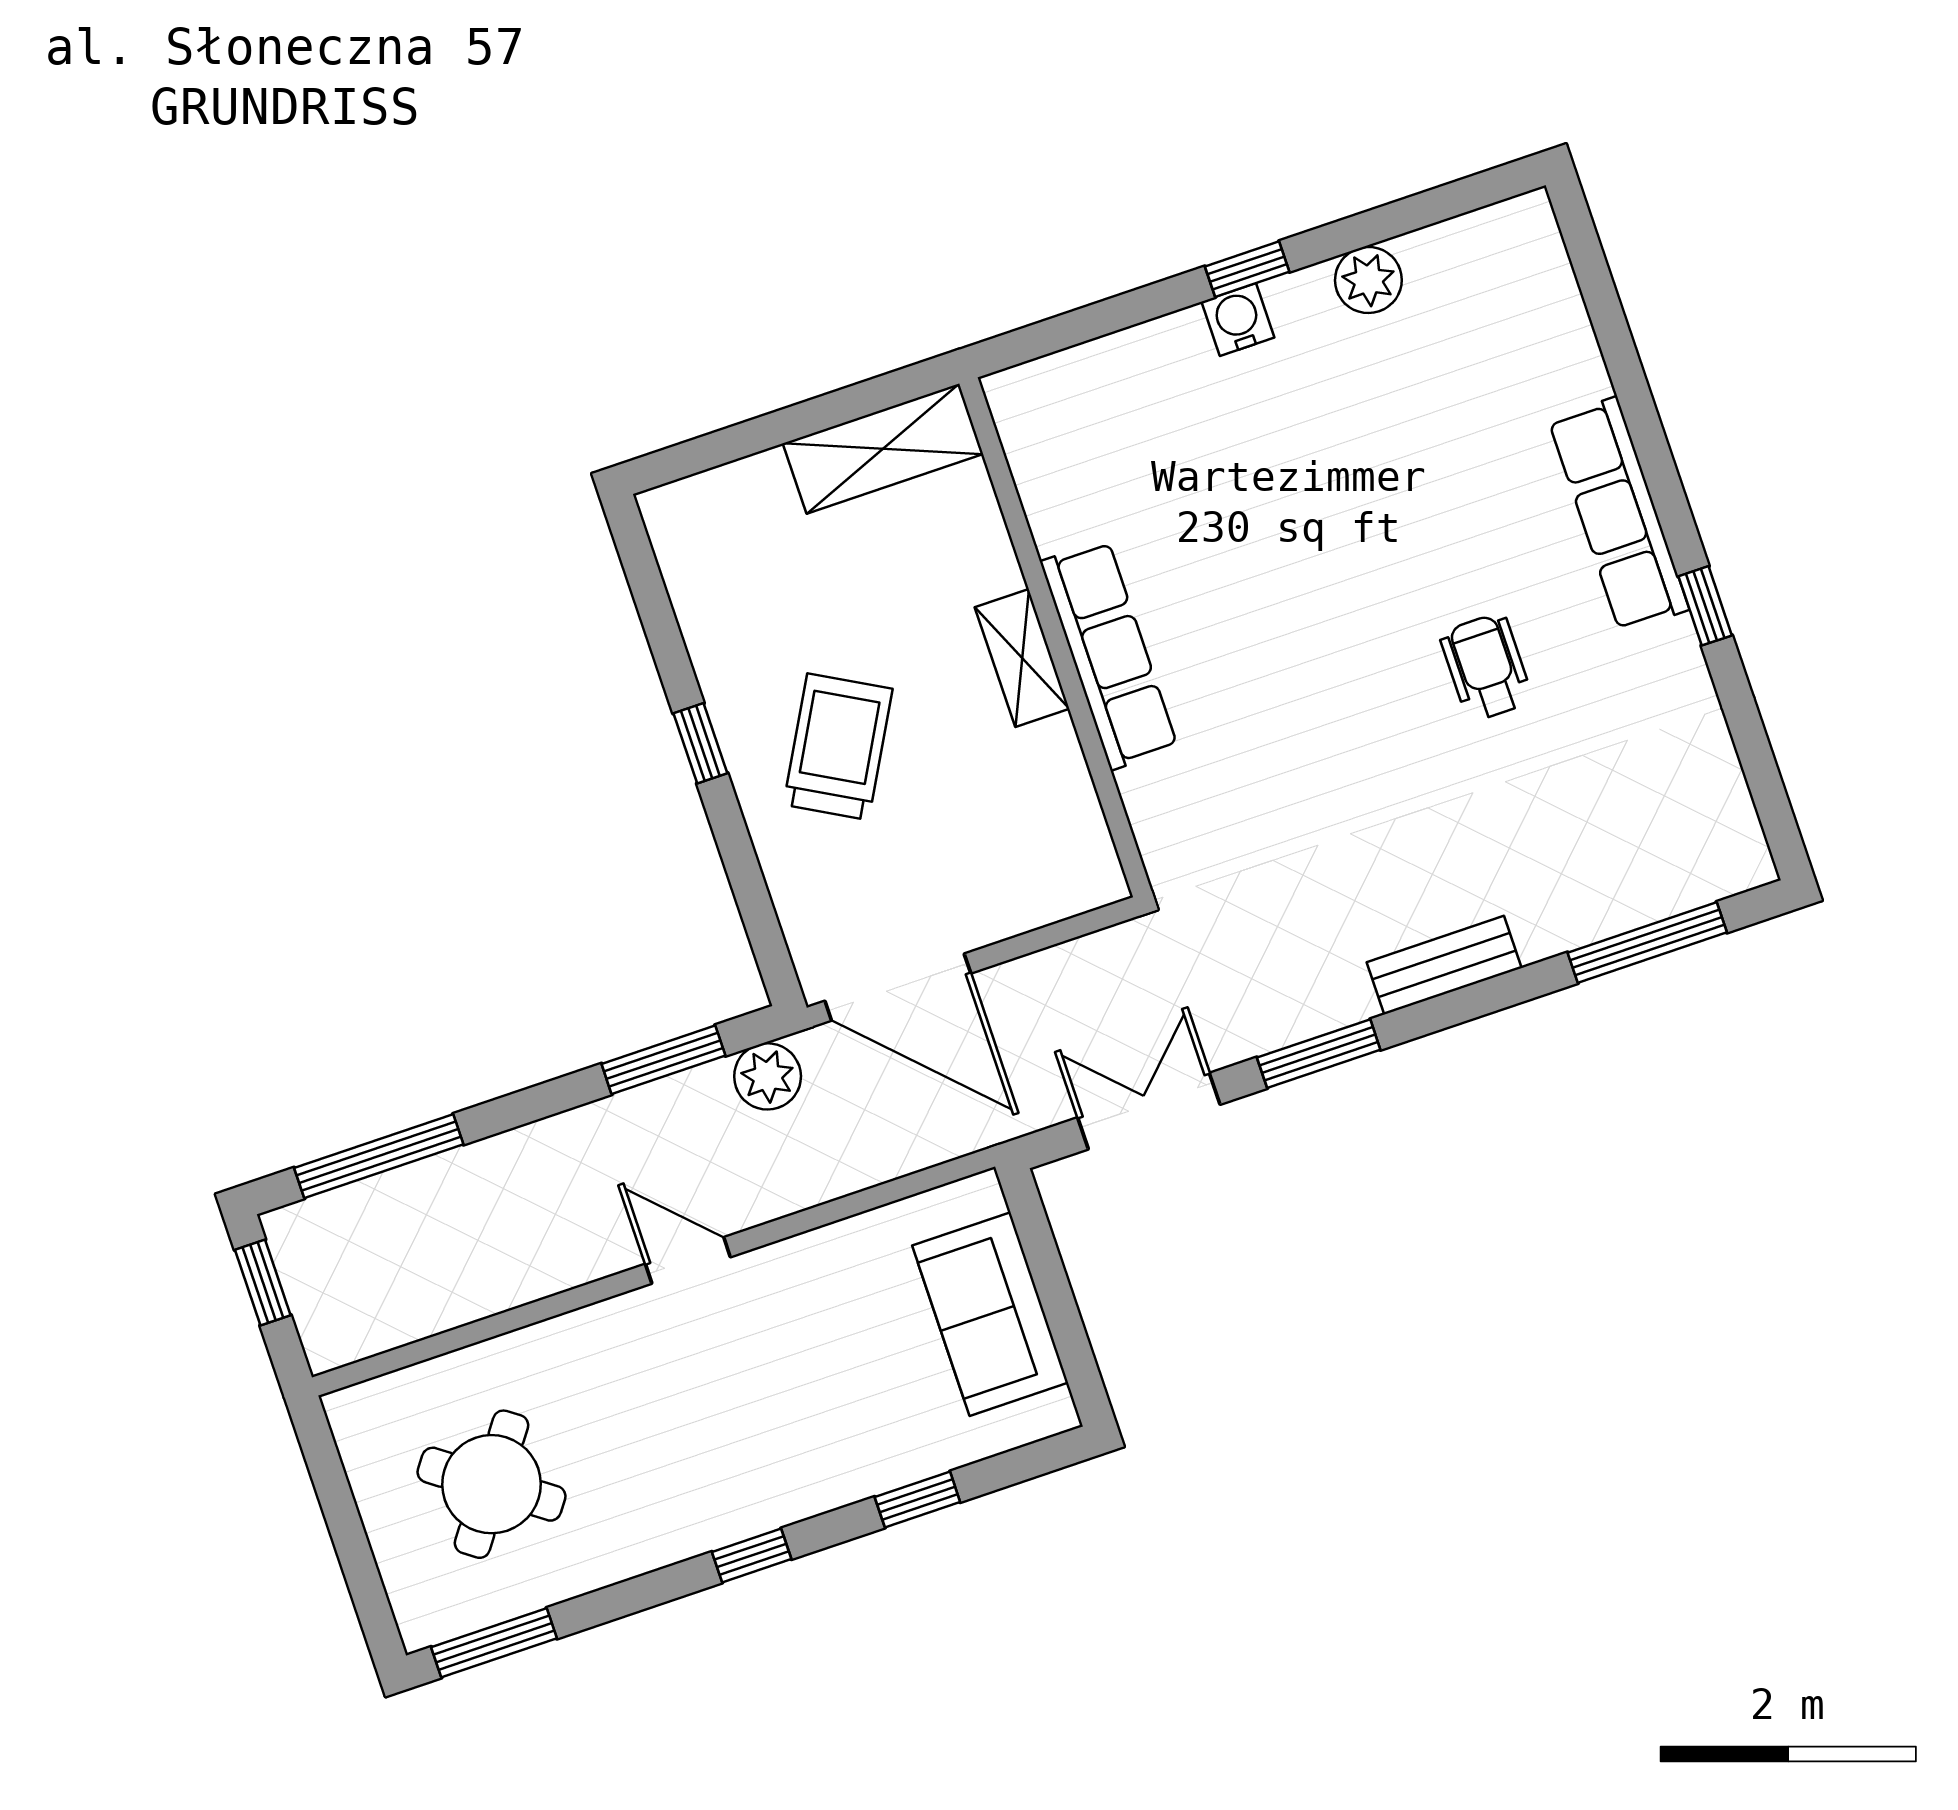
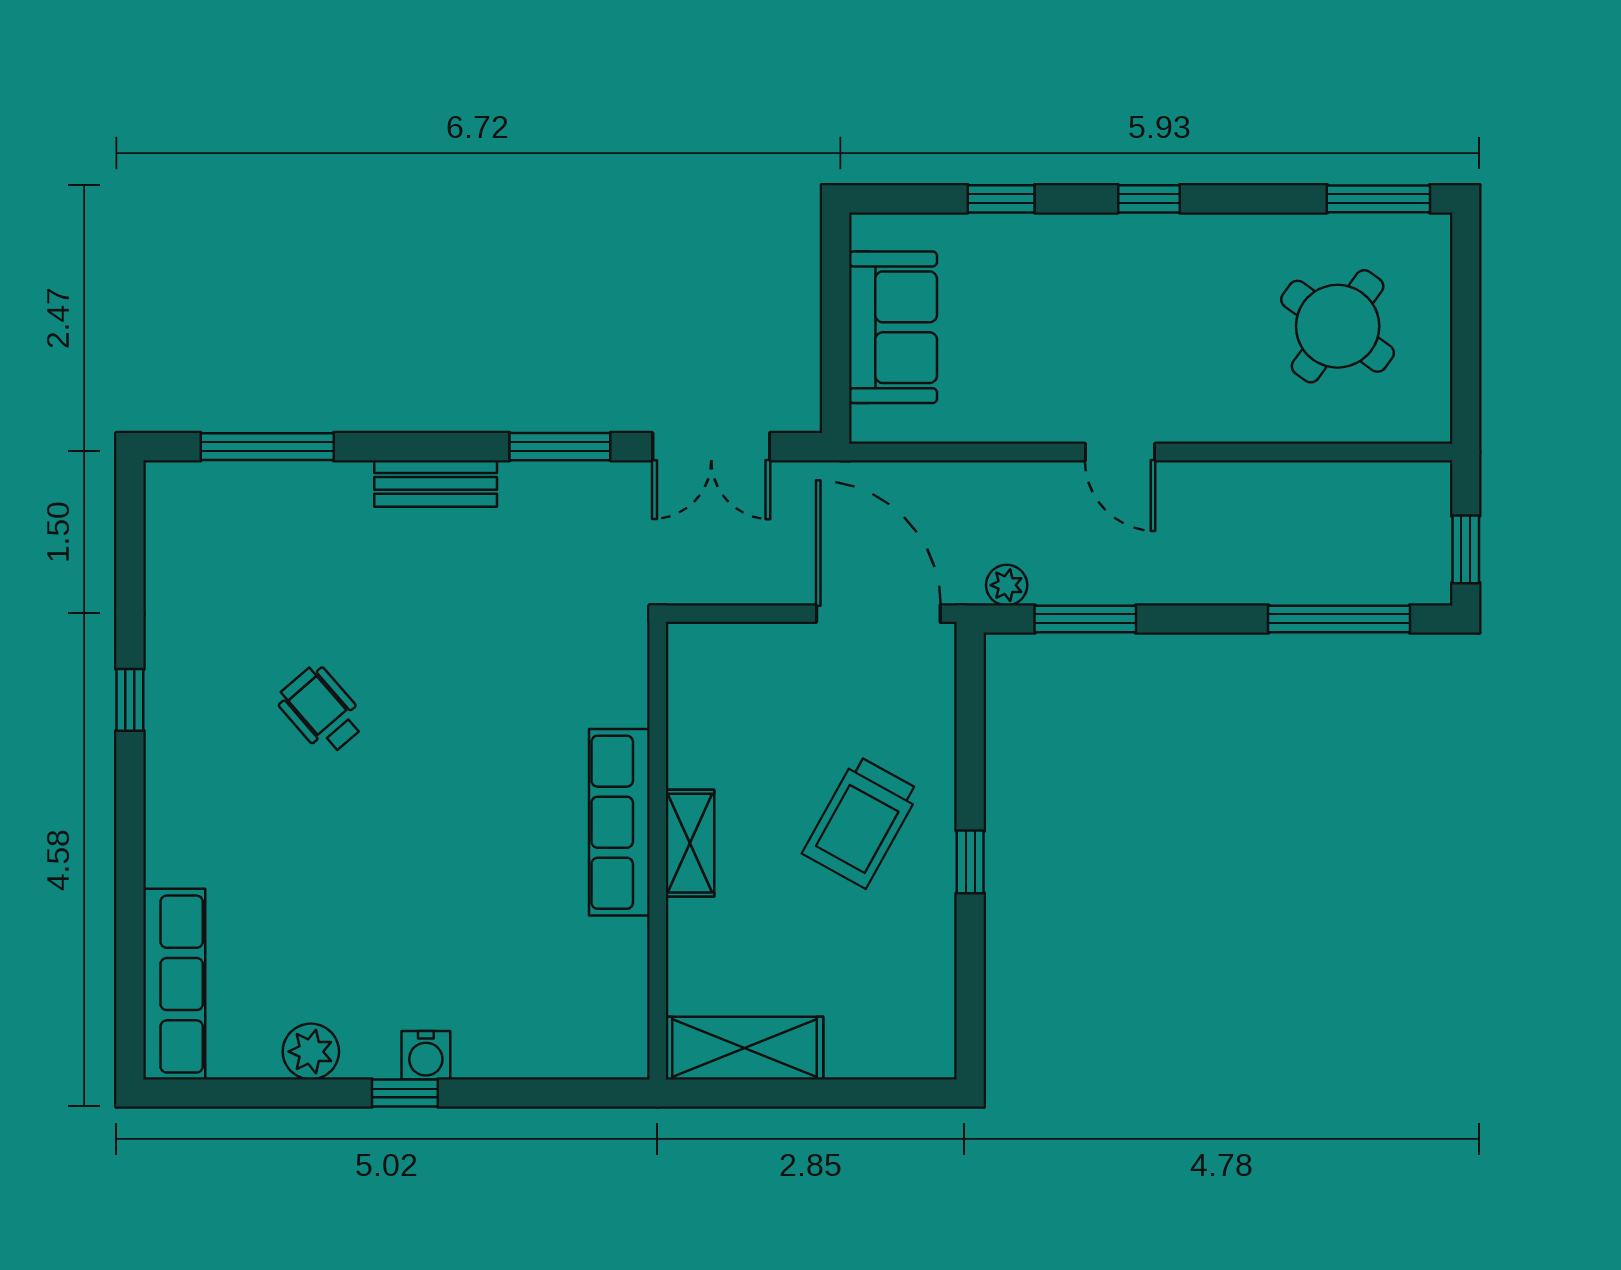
row of seats: (1619, 515) -> (174, 984), moved
wheelchair: (1486, 667) -> (321, 710), turned 139
plant: (768, 1076) -> (1007, 585), width x0.73, depth x0.73

